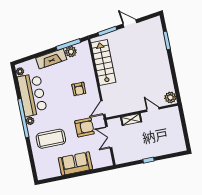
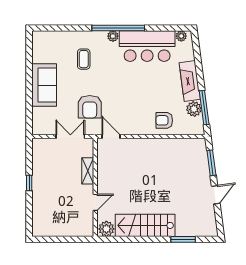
stairs: (103, 62) -> (145, 225), moved, turned 180
armchair: (79, 89) -> (164, 120), moved
coffee table: (51, 139) -> (84, 59), width x0.54, depth x0.58

